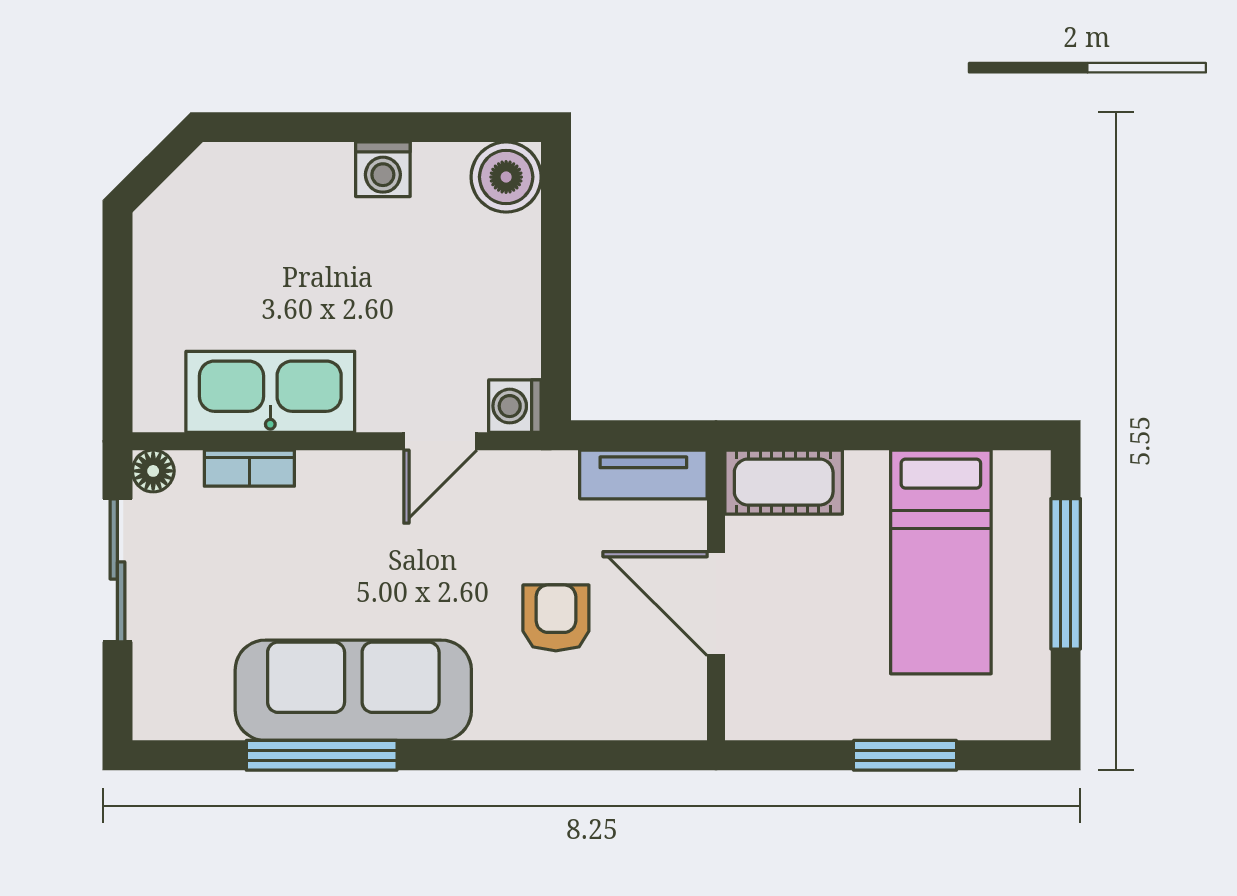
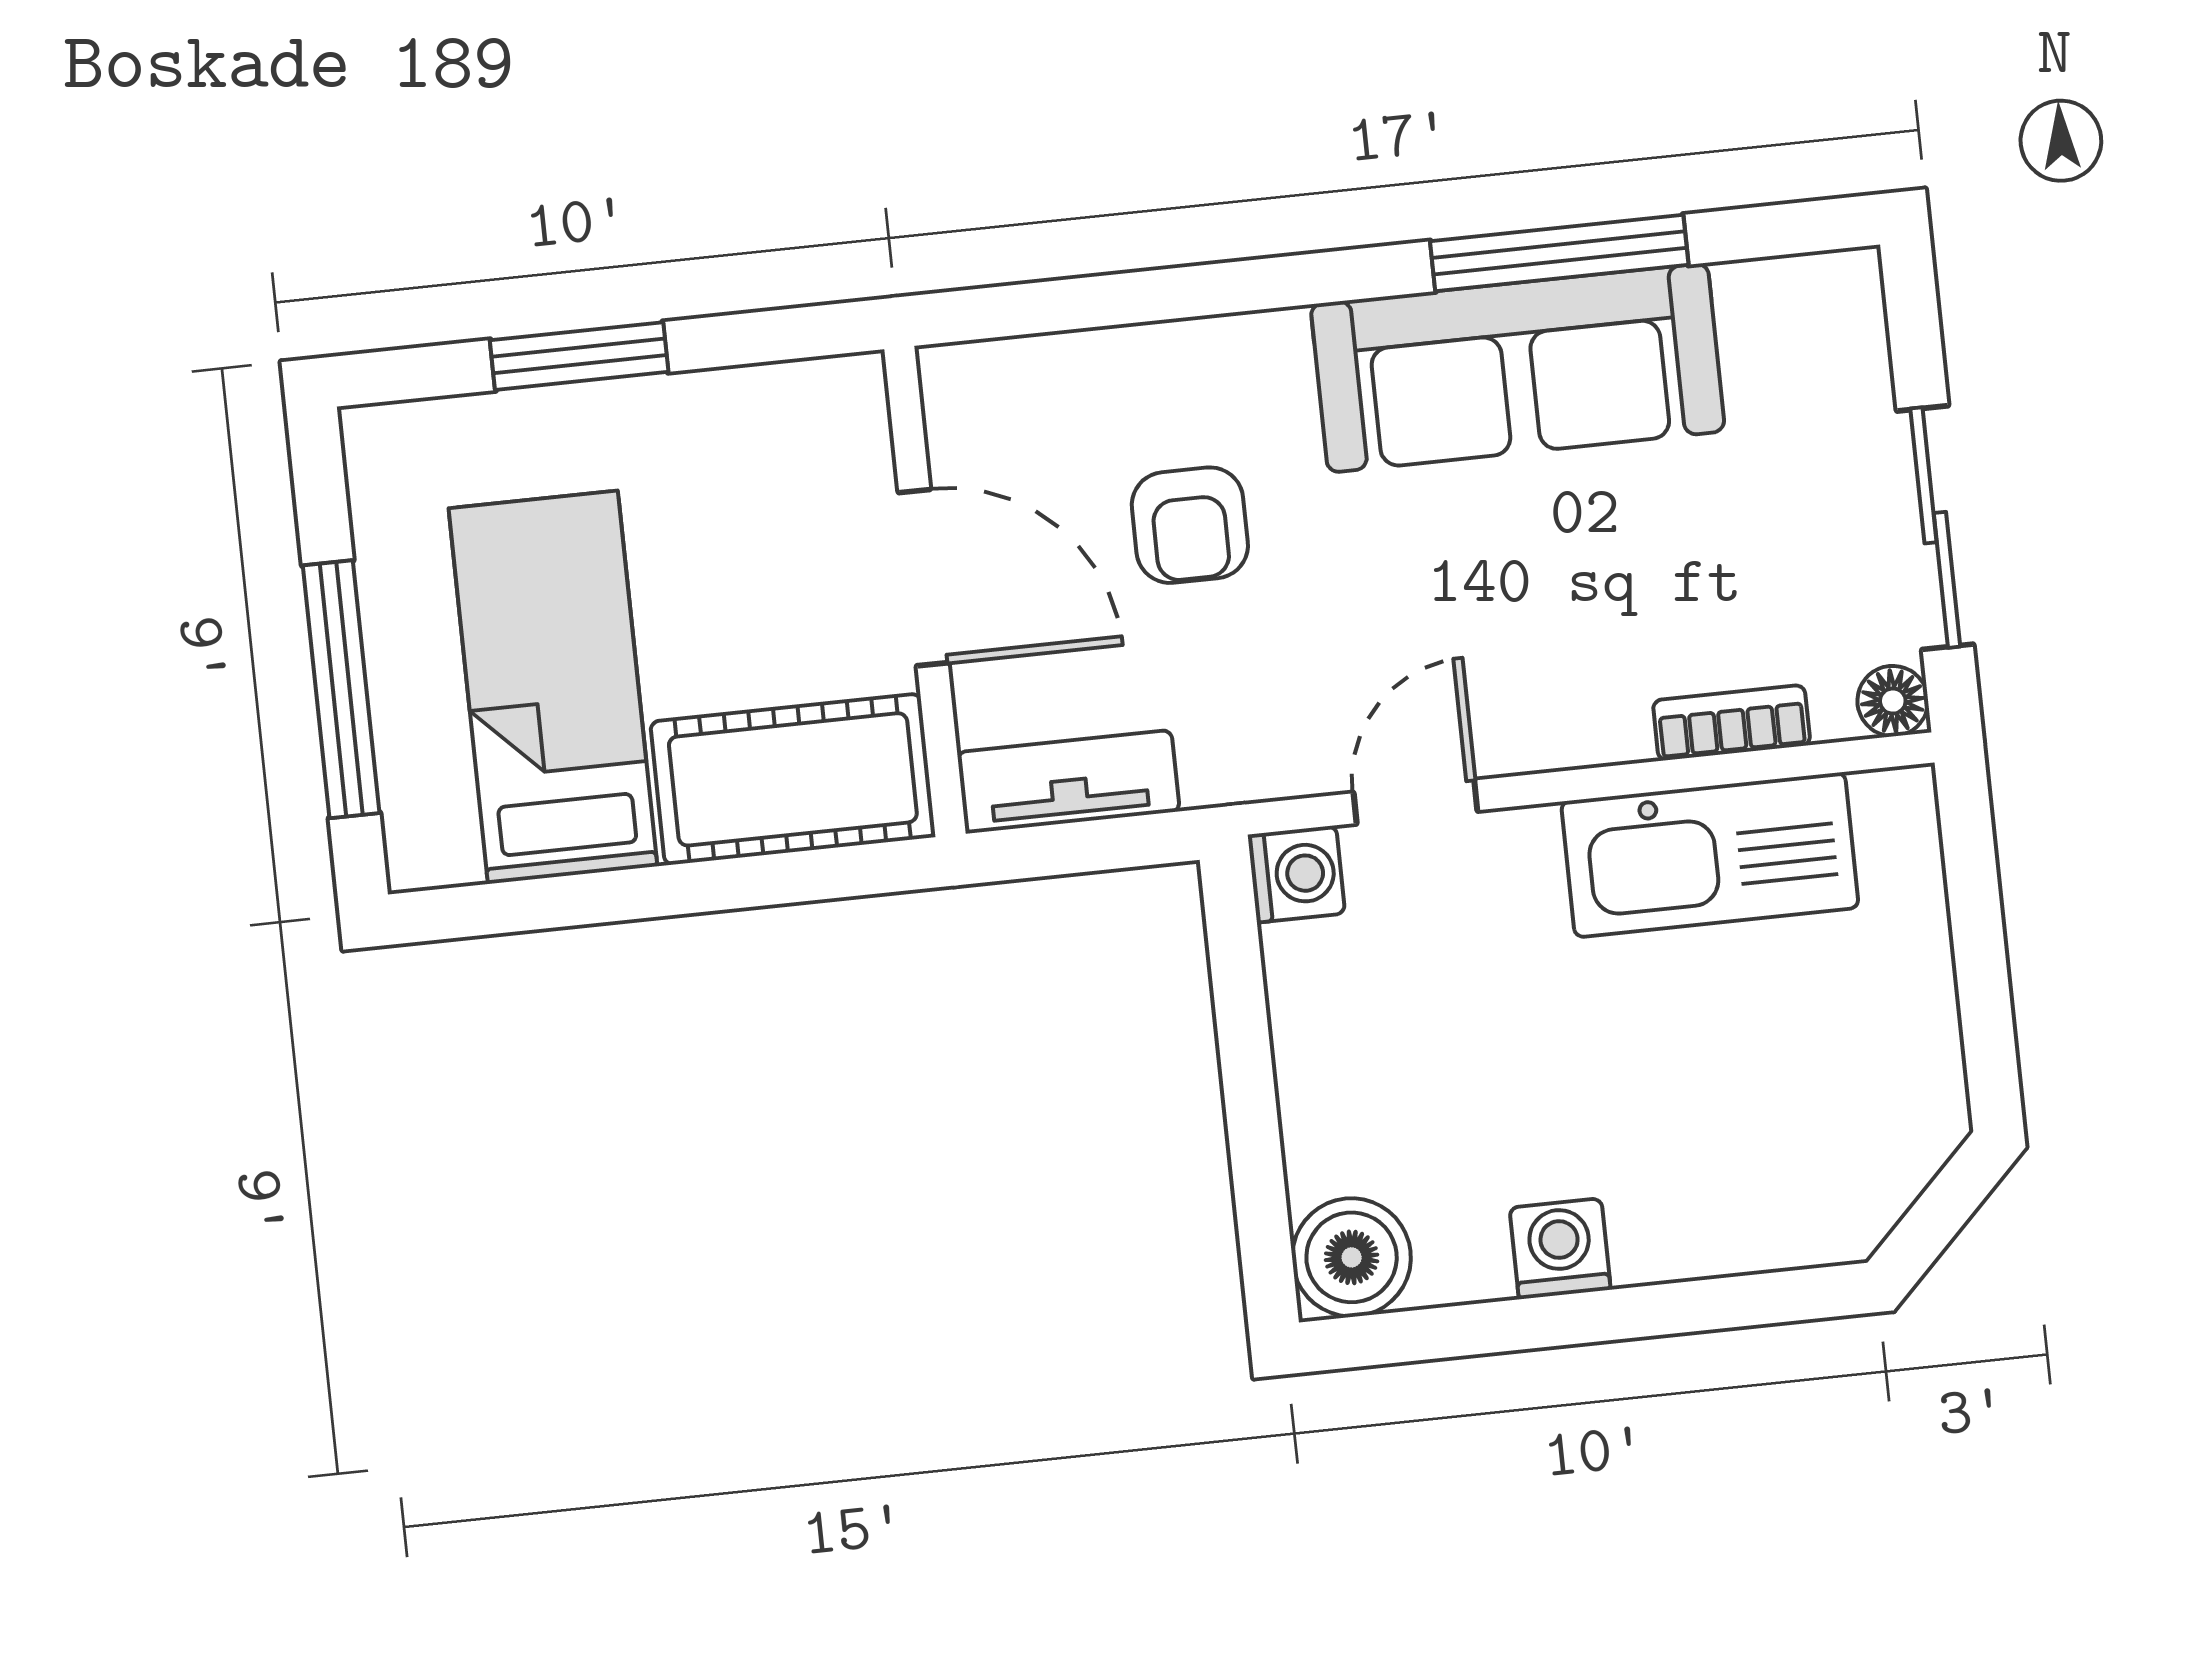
cot: (784, 482) -> (793, 779), width x1.37, depth x1.34

